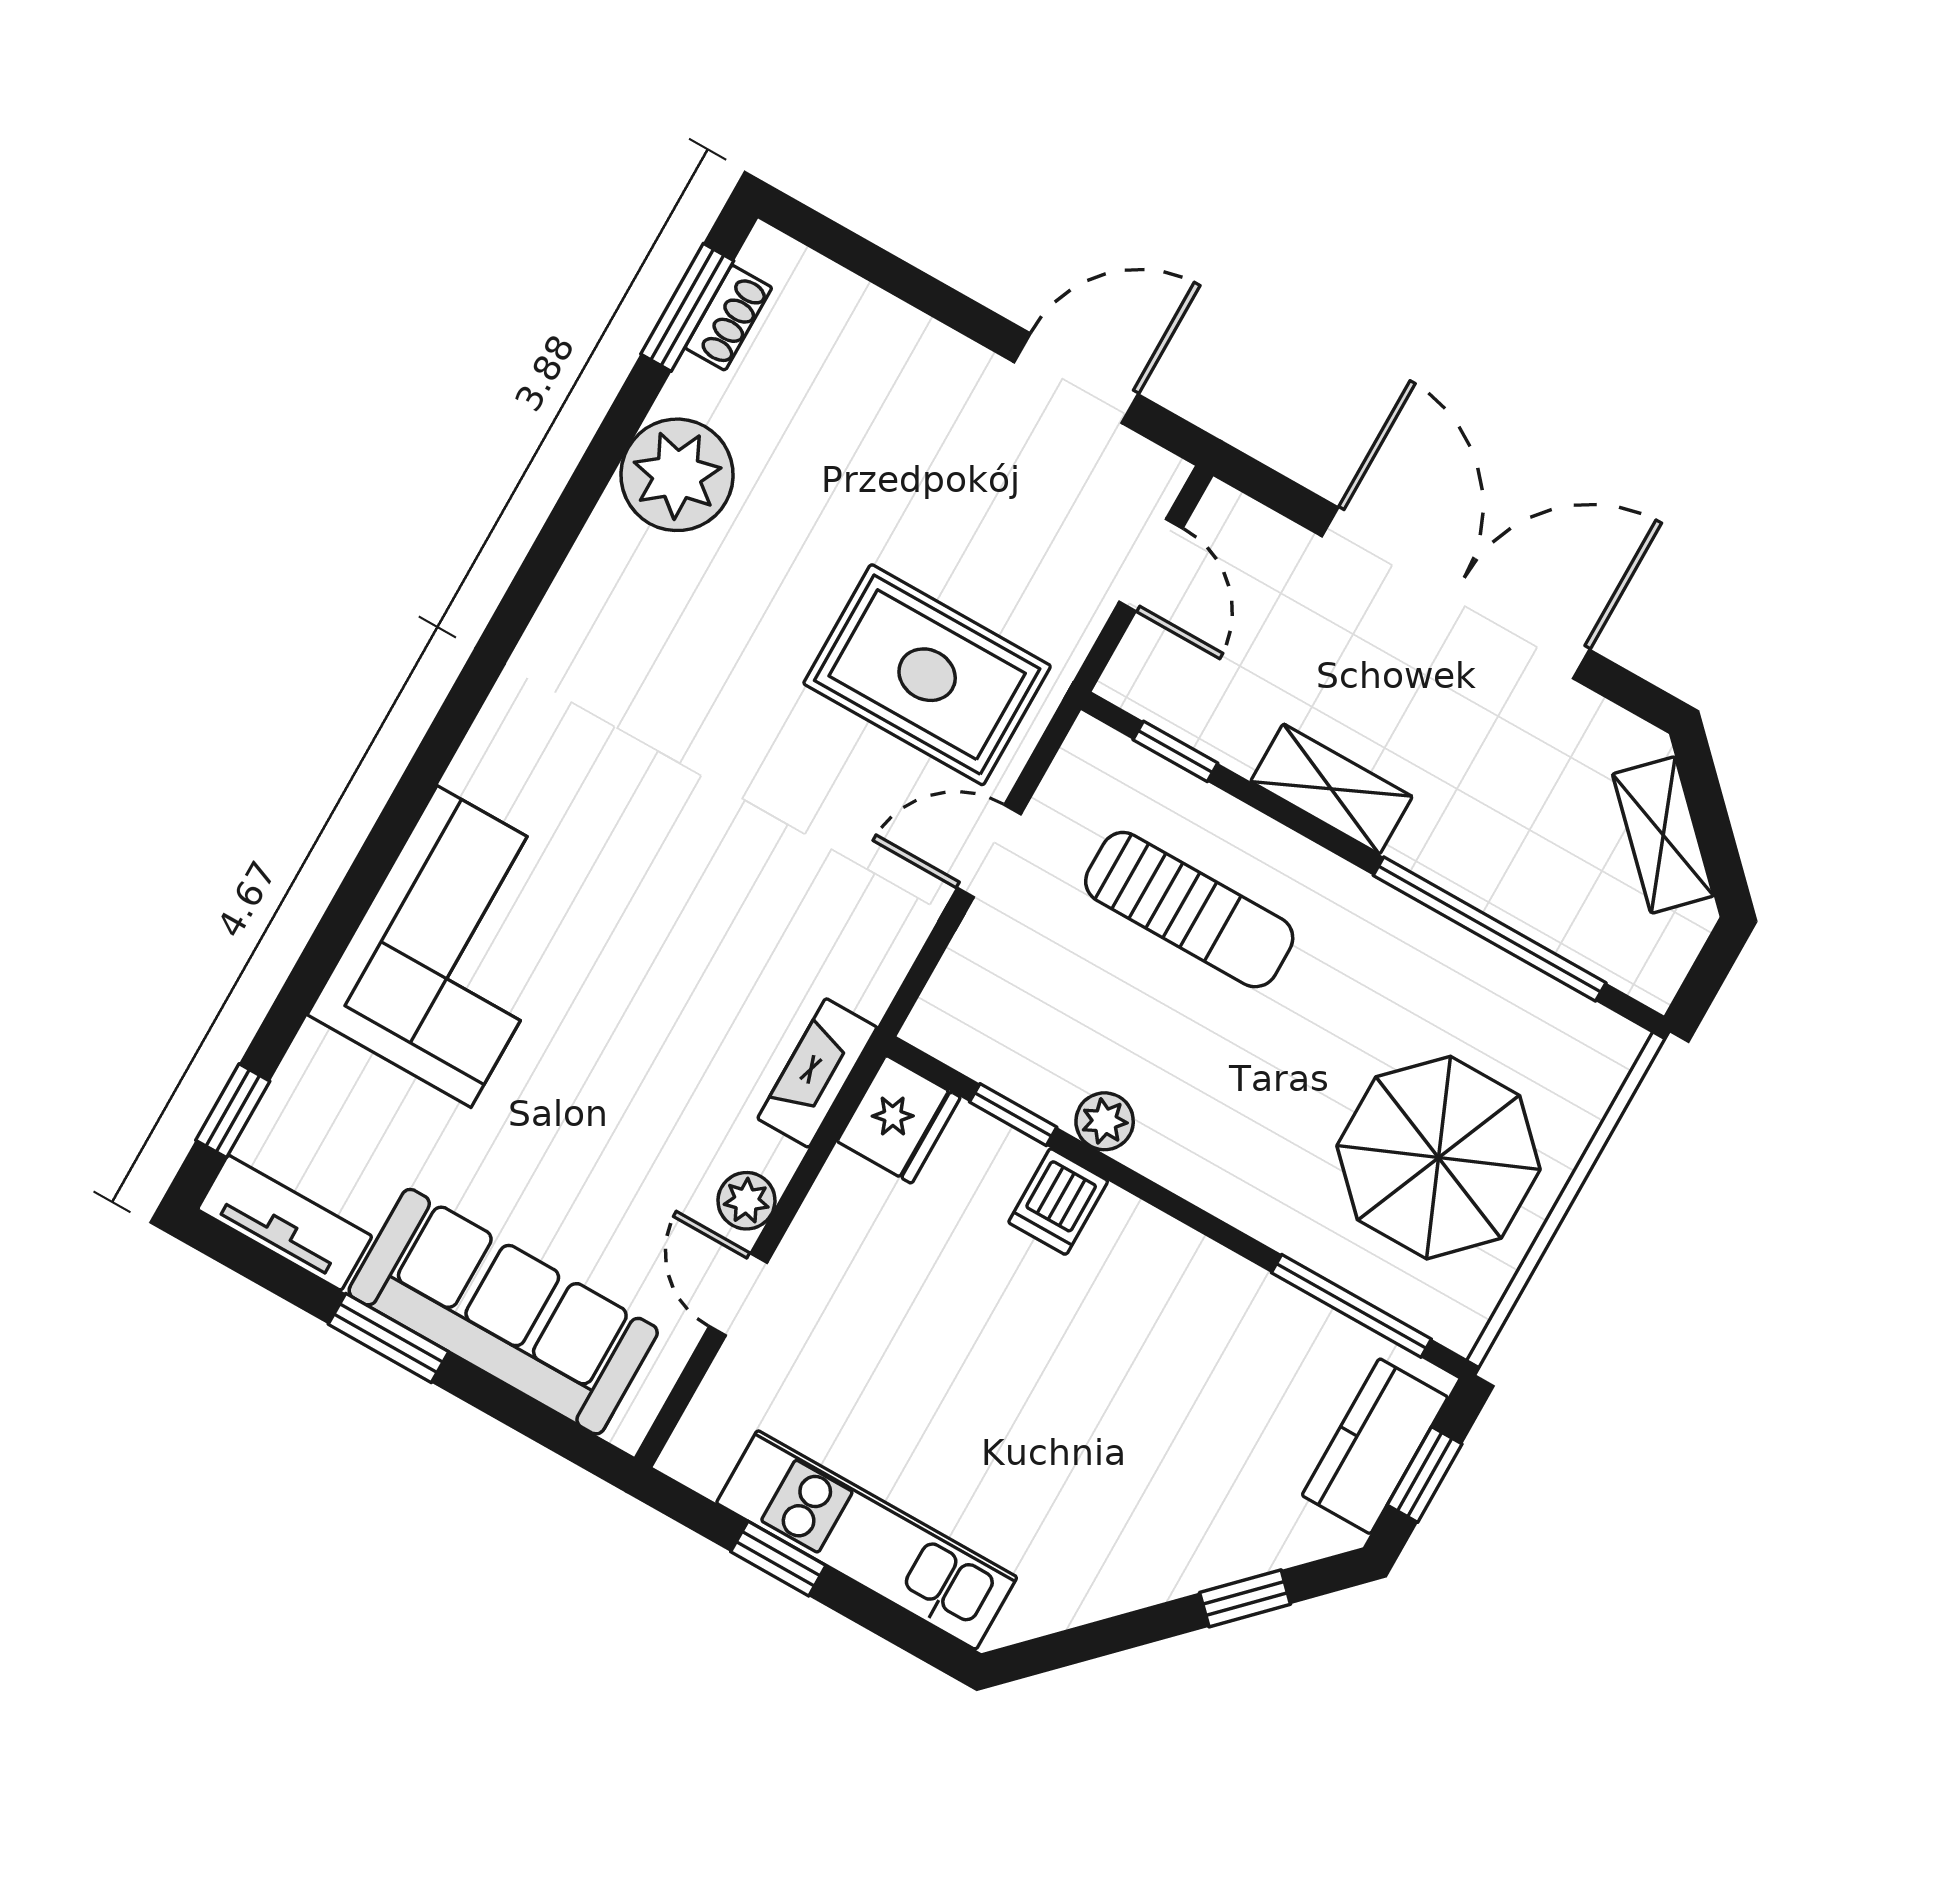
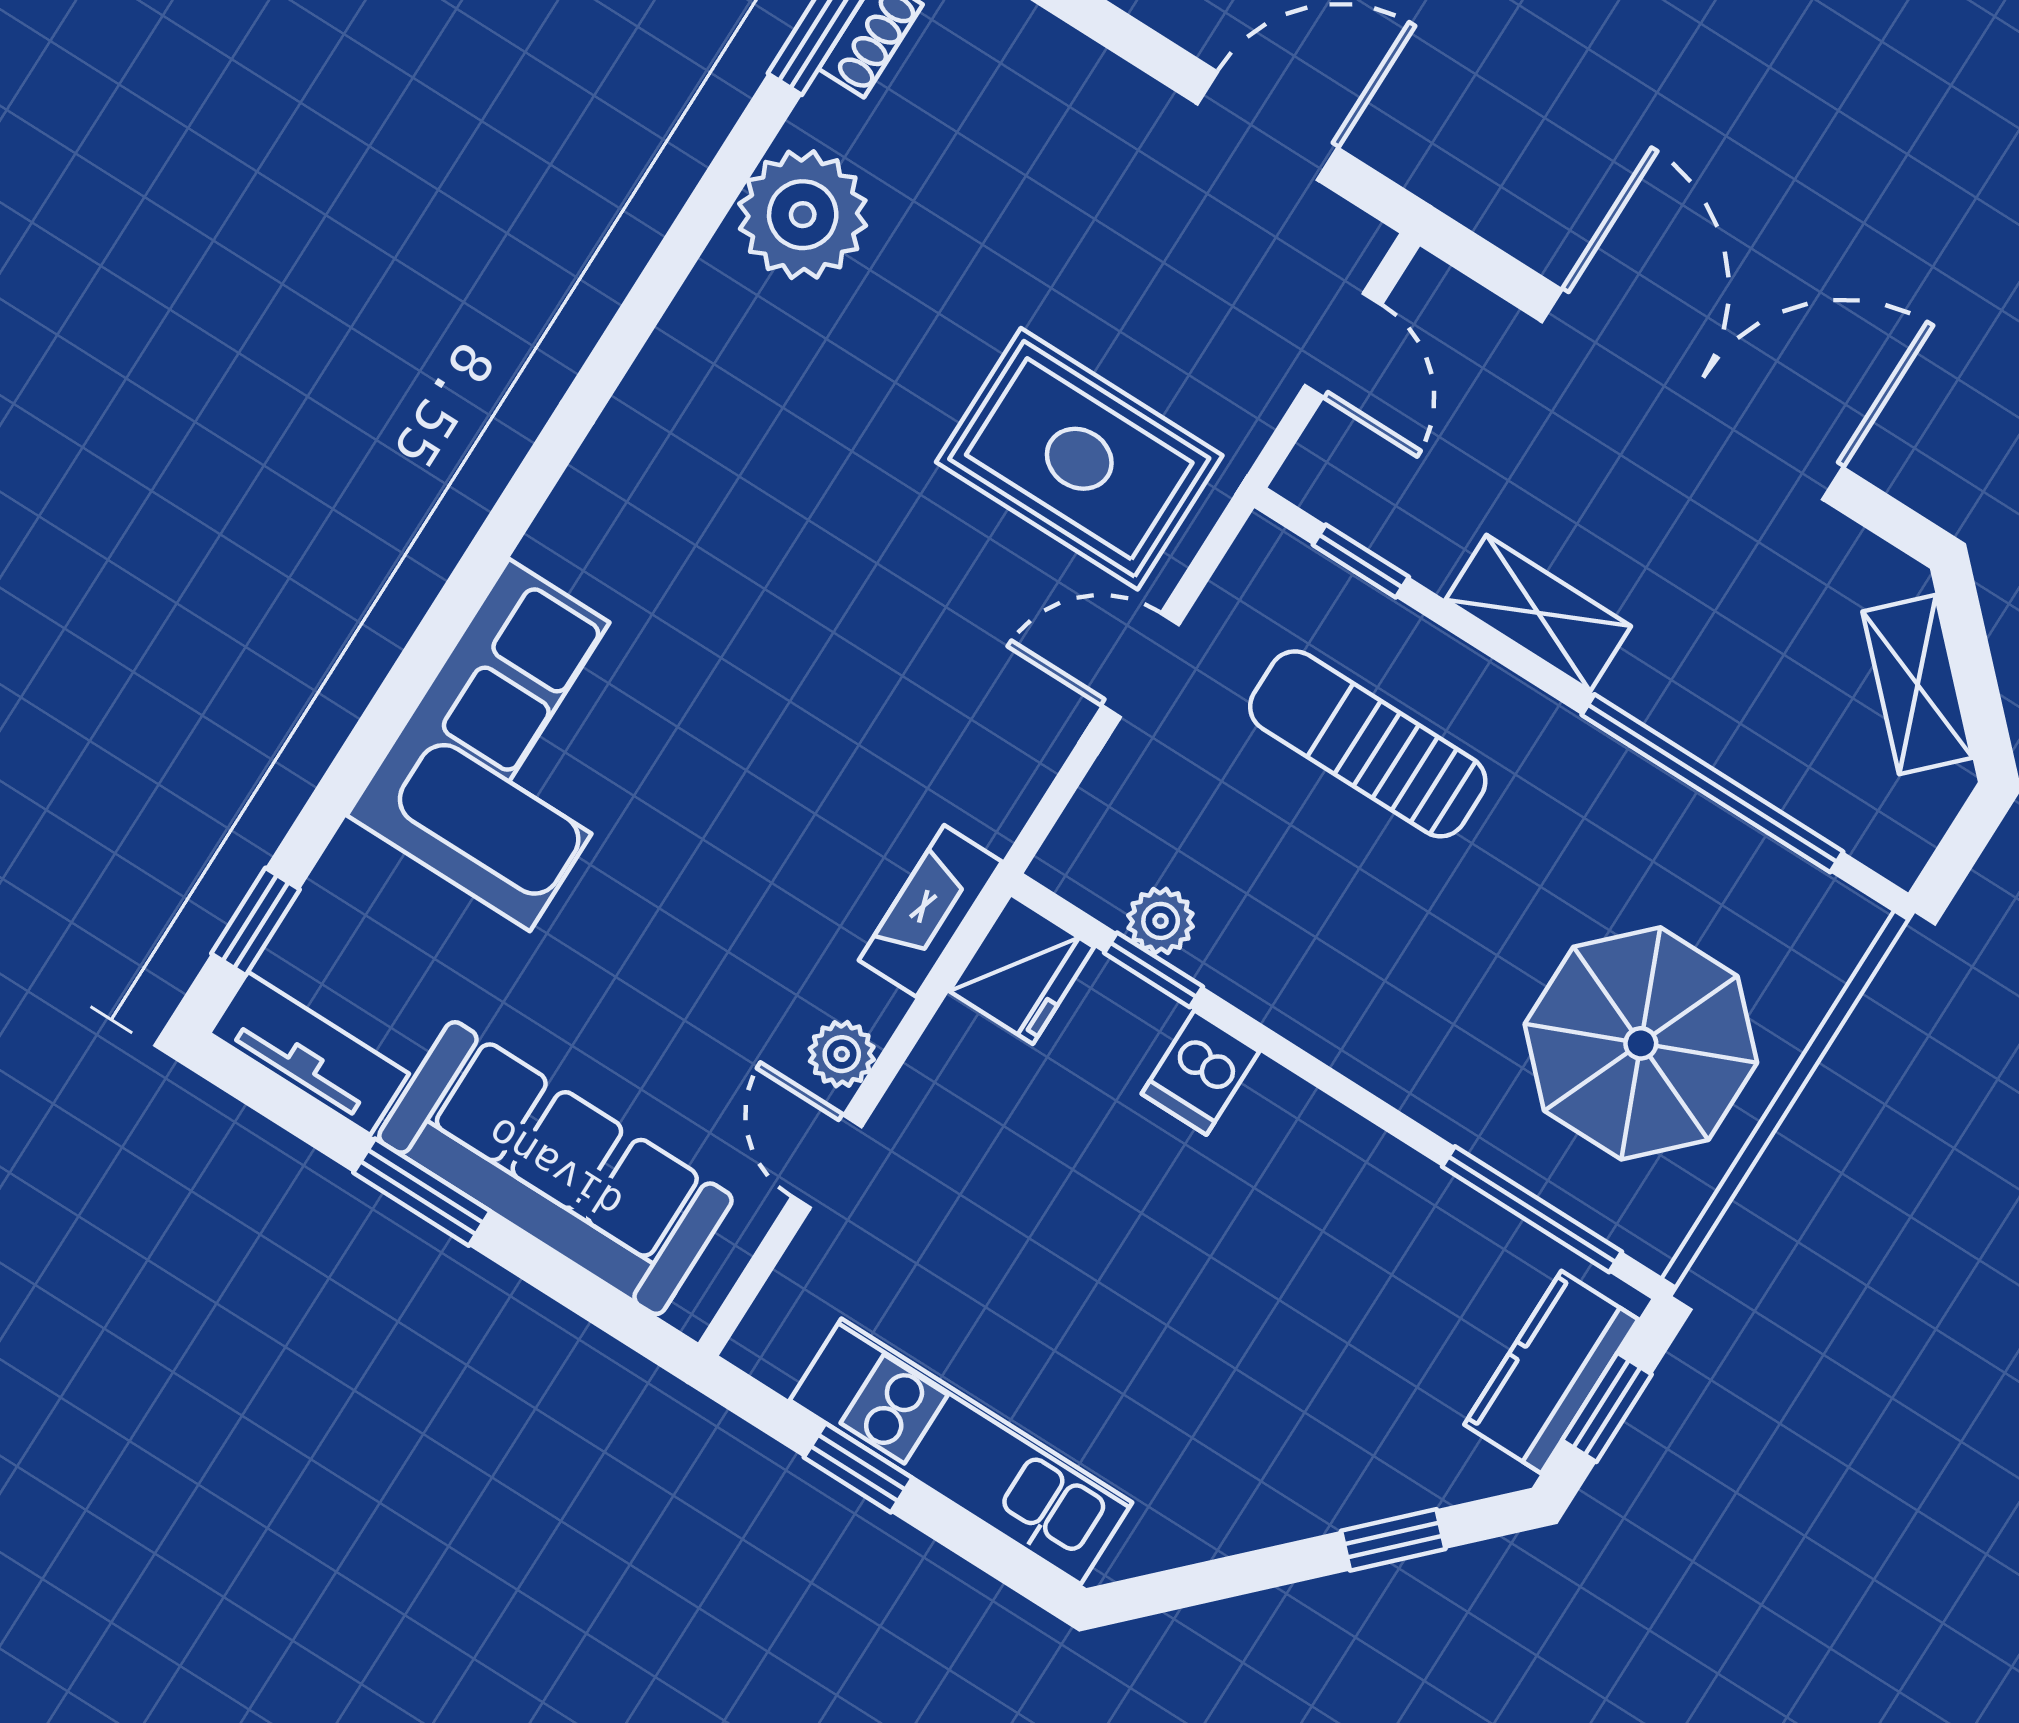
sun lounger: (1189, 910) -> (1368, 744), turned 180
plant: (1105, 1121) -> (1161, 921), moved

